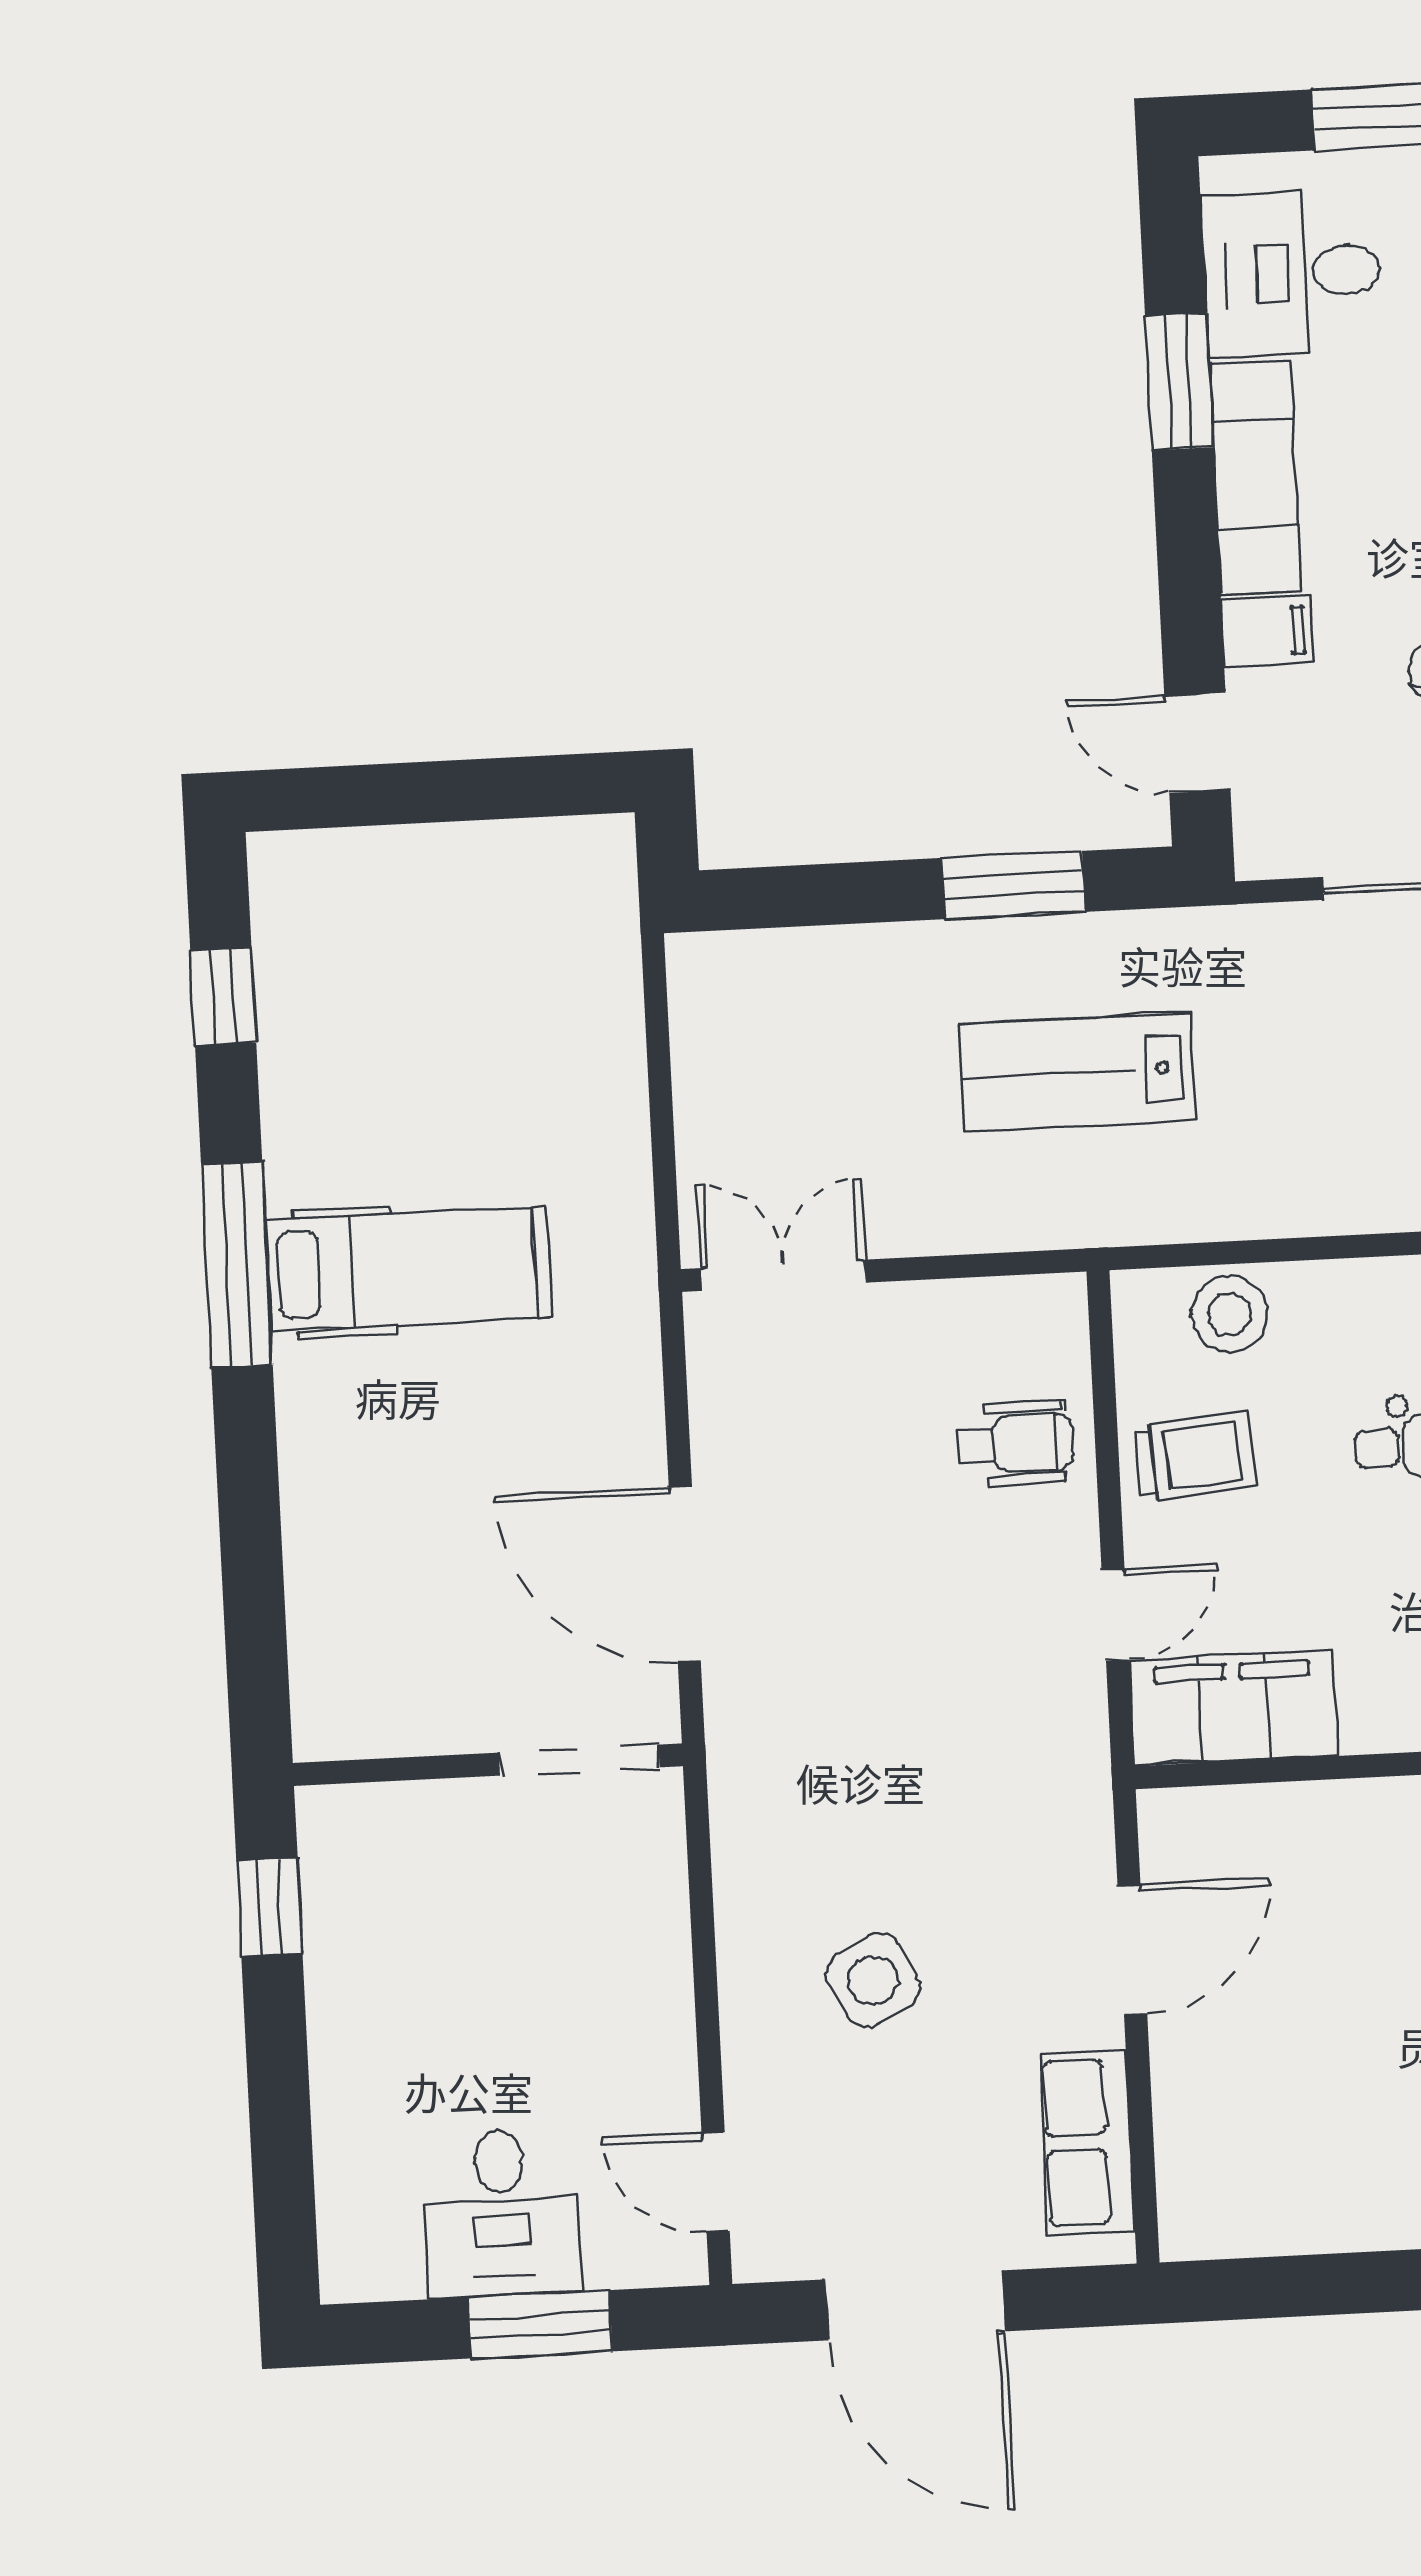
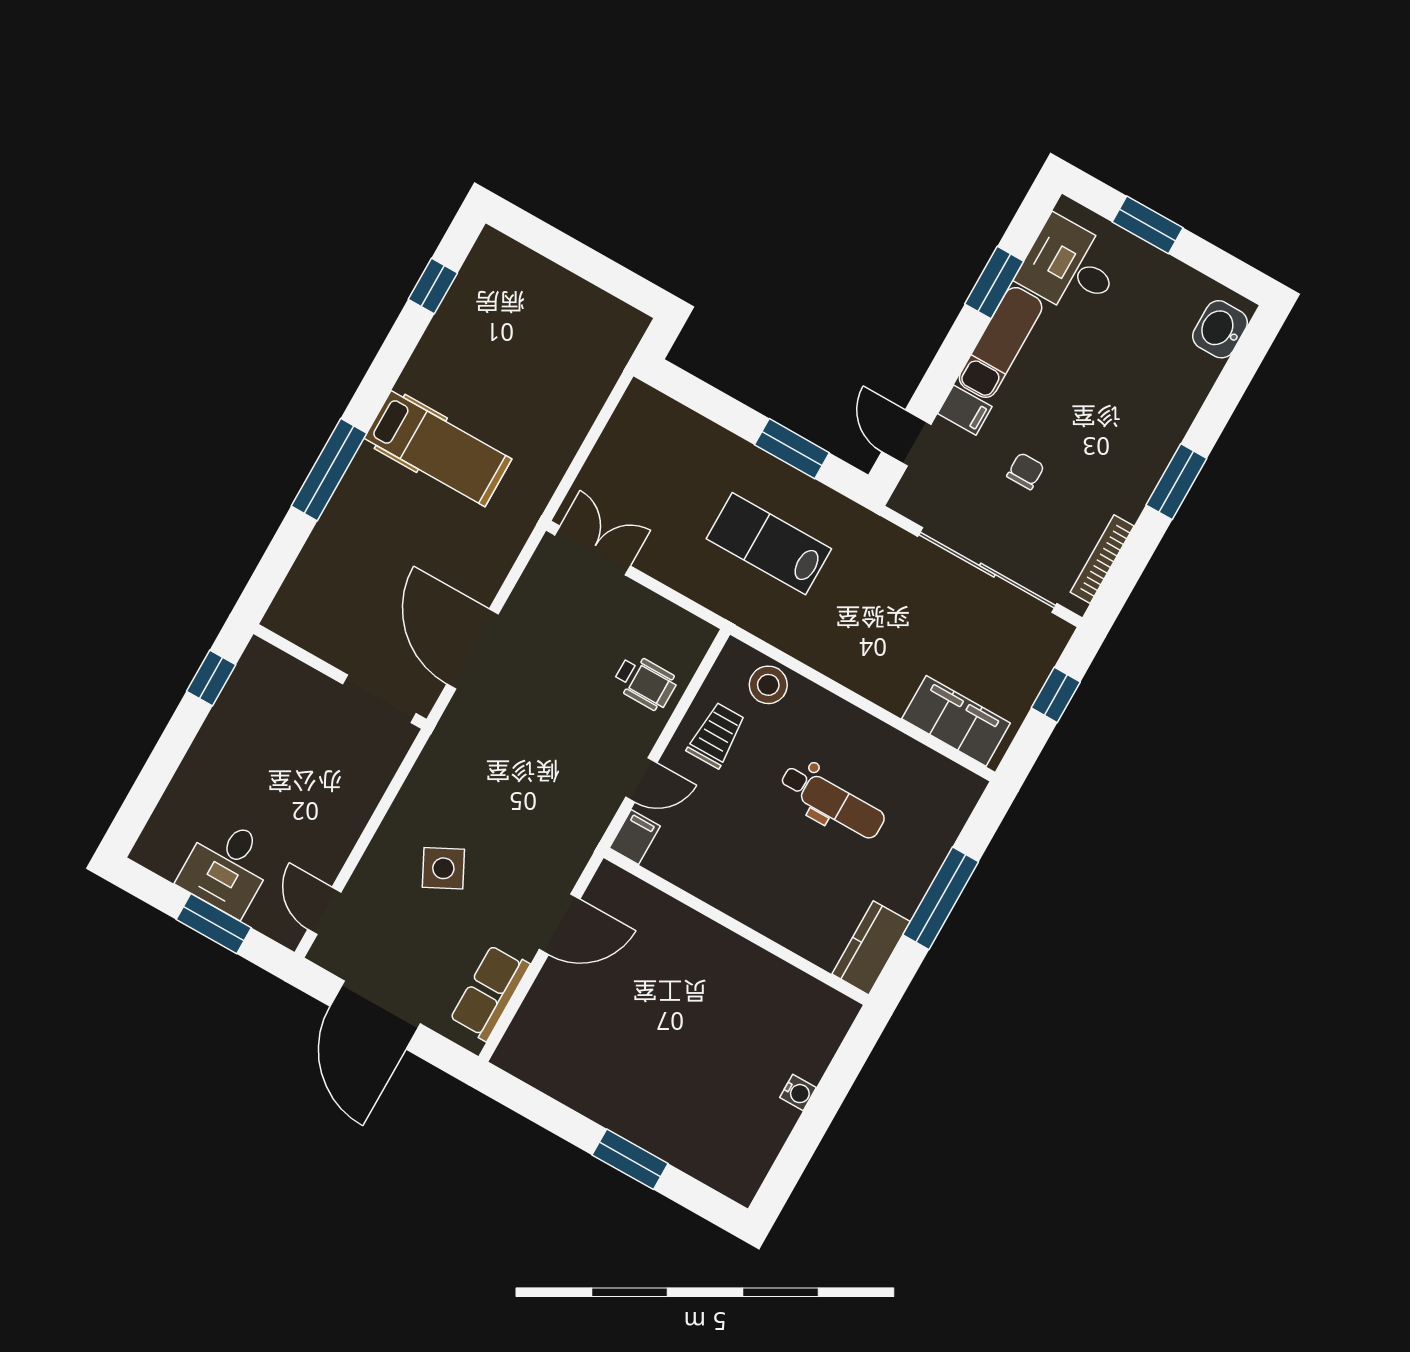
window: (237, 1265) -> (329, 470), moved
trolley: (1195, 1457) -> (716, 735), turned -85
filing cabinet: (1234, 1708) -> (635, 837), width x0.33, depth x0.86

